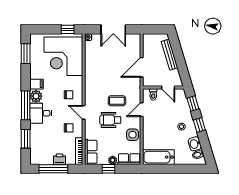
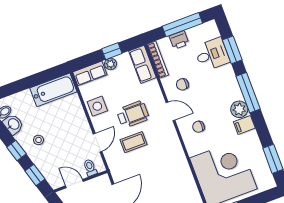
desk: (41, 113) -> (212, 54), moved

